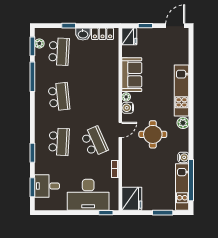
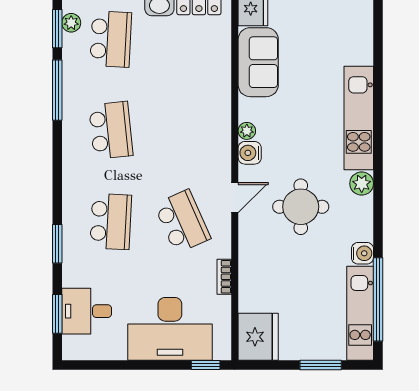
sofa: (132, 75) -> (258, 62), moved

